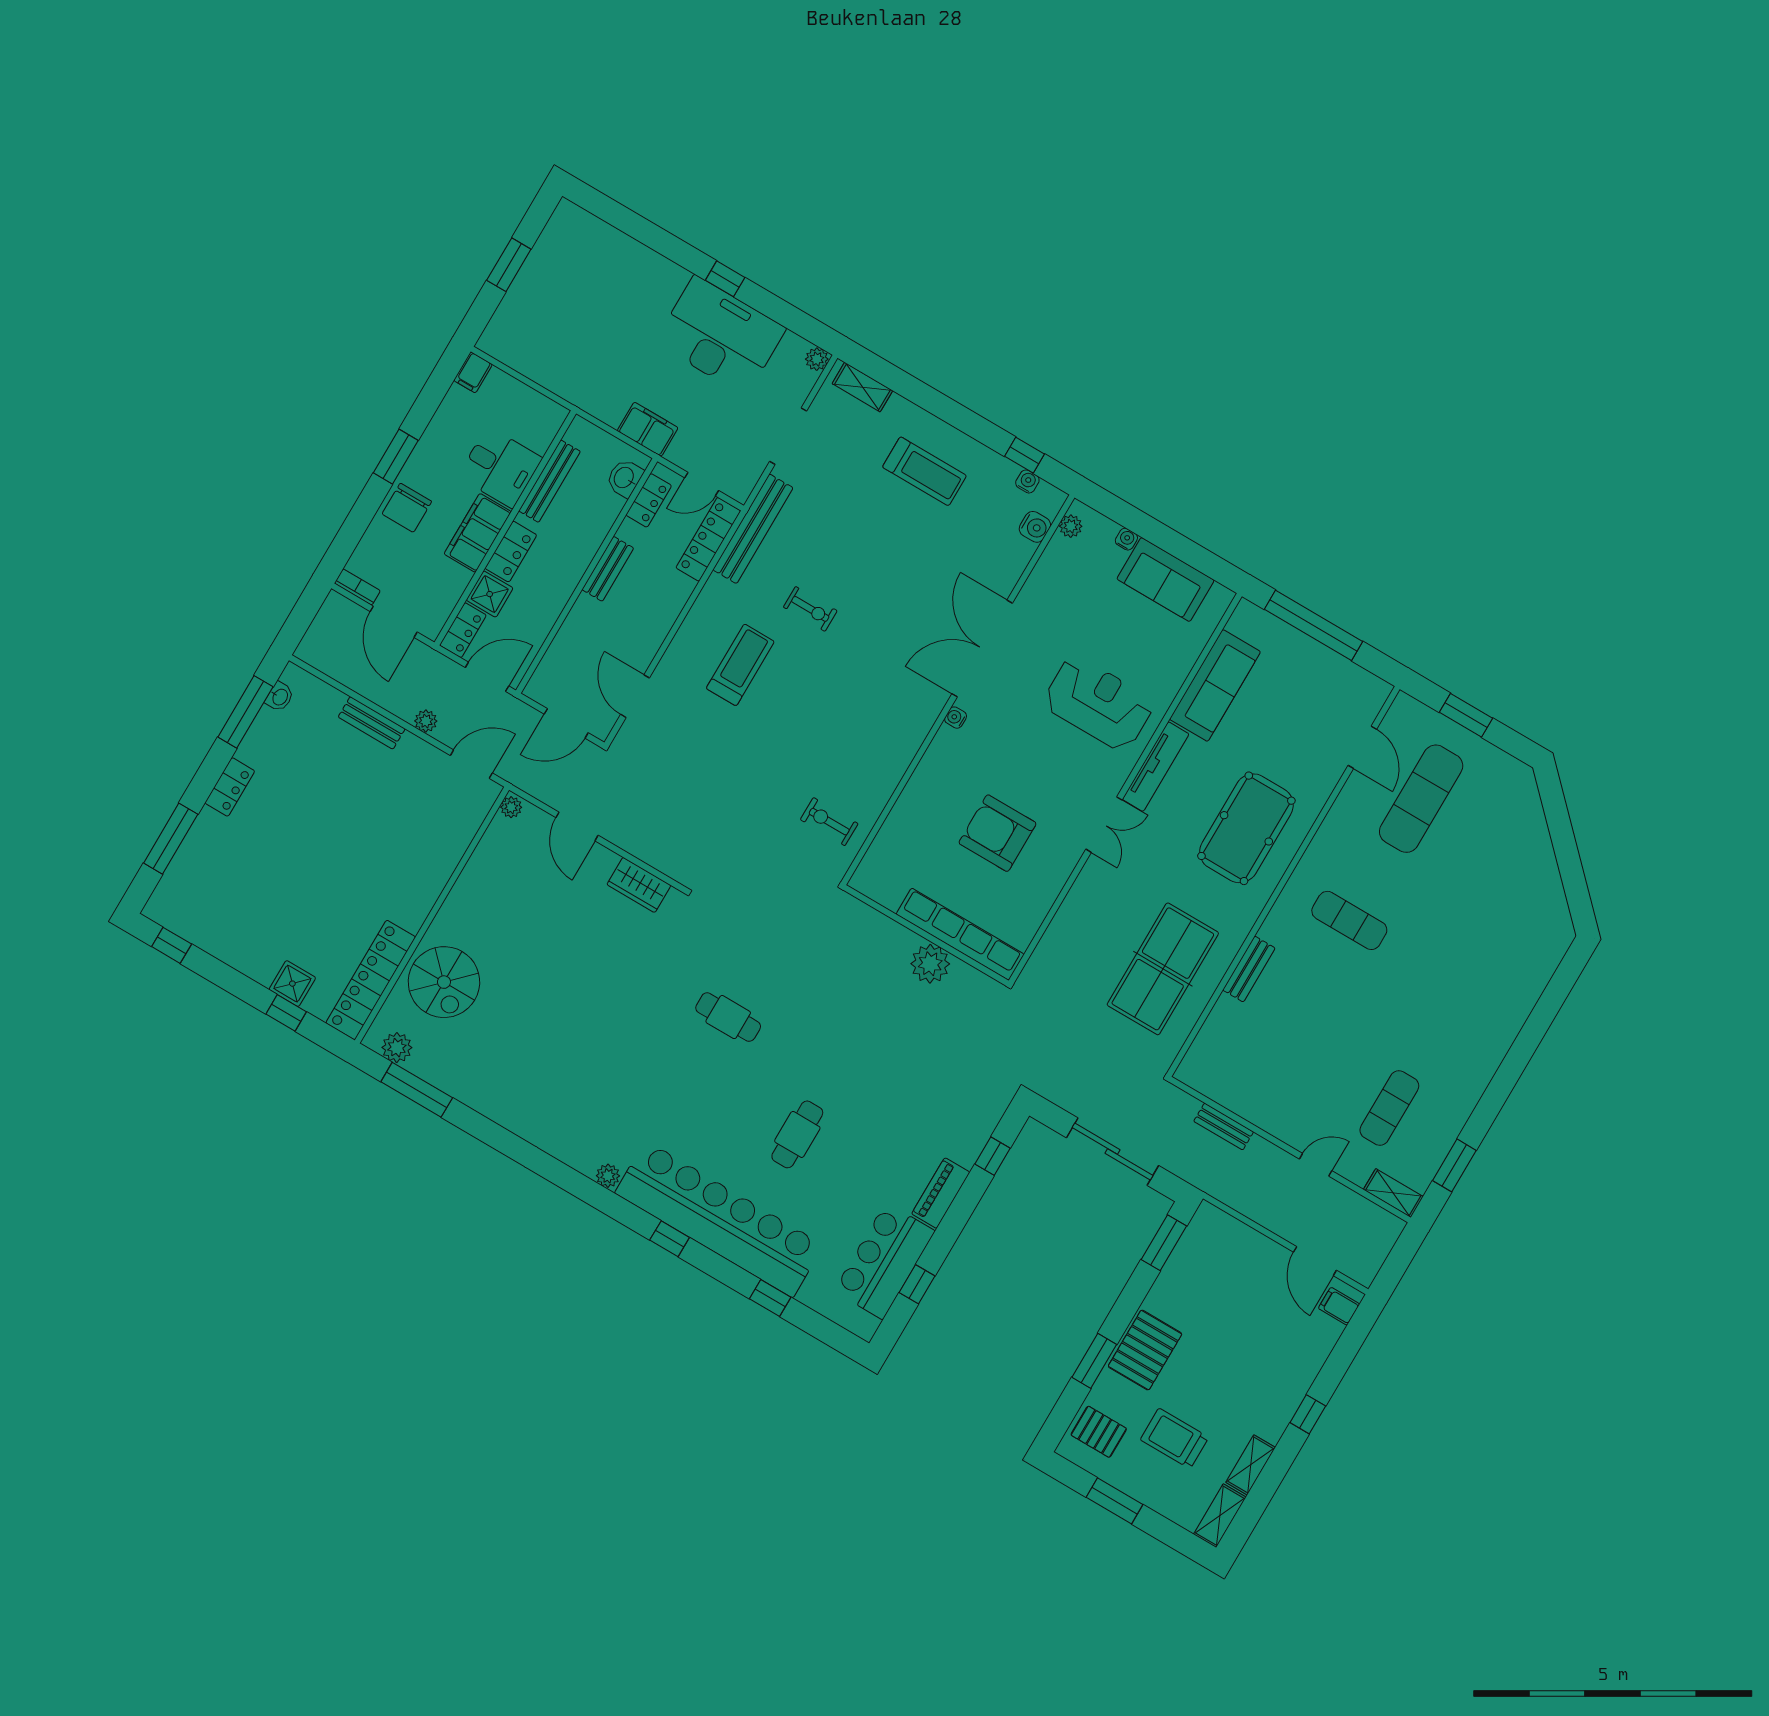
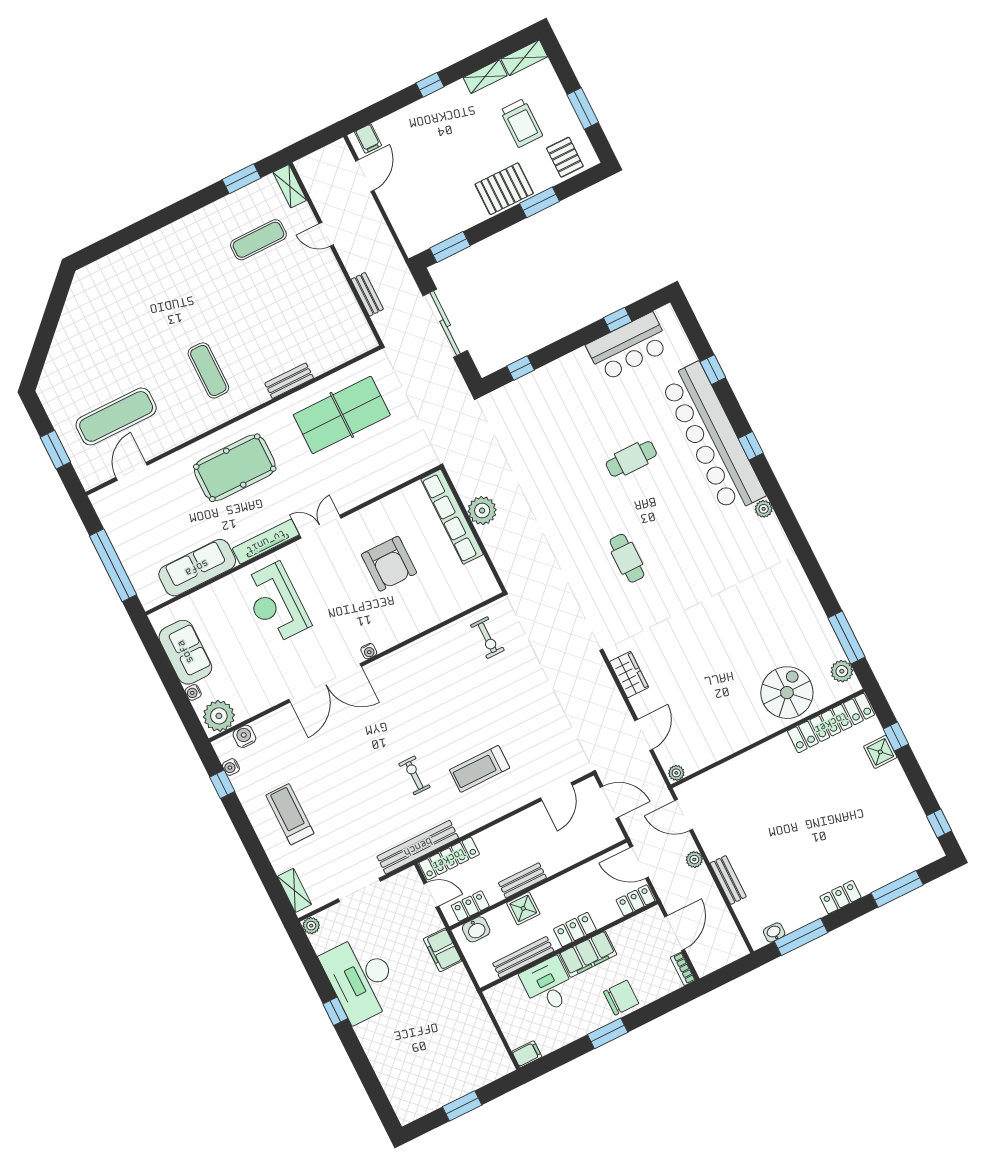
plant: (1071, 526) -> (219, 716), width x1.88, depth x1.88
shower: (490, 594) -> (523, 908), moved
piano: (941, 1193) -> (567, 366), removed

